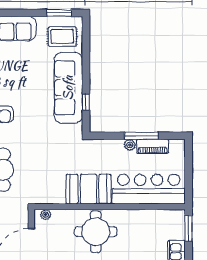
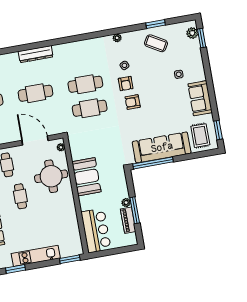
window: (86, 102) -> (153, 163), width x3.17
bar counter: (149, 189) -> (96, 231), width x0.73
round table: (96, 232) -> (51, 176), moved

